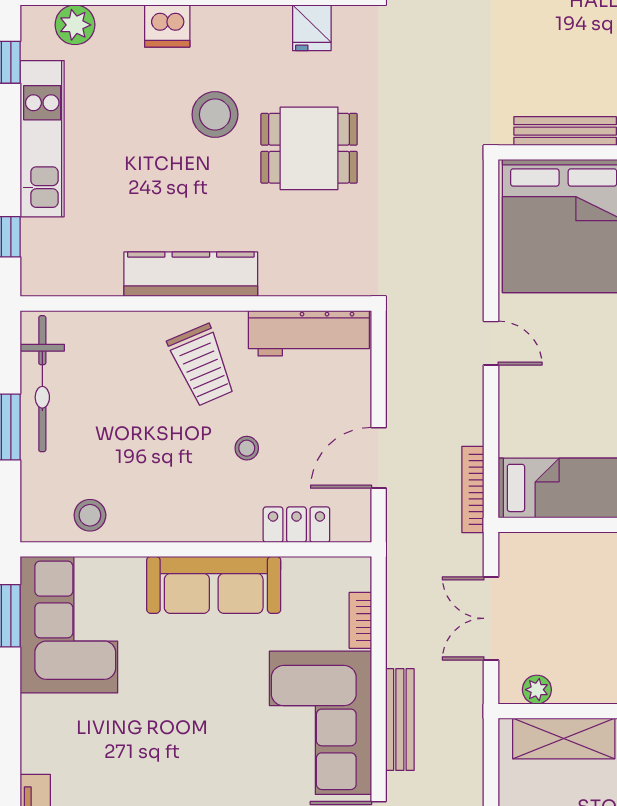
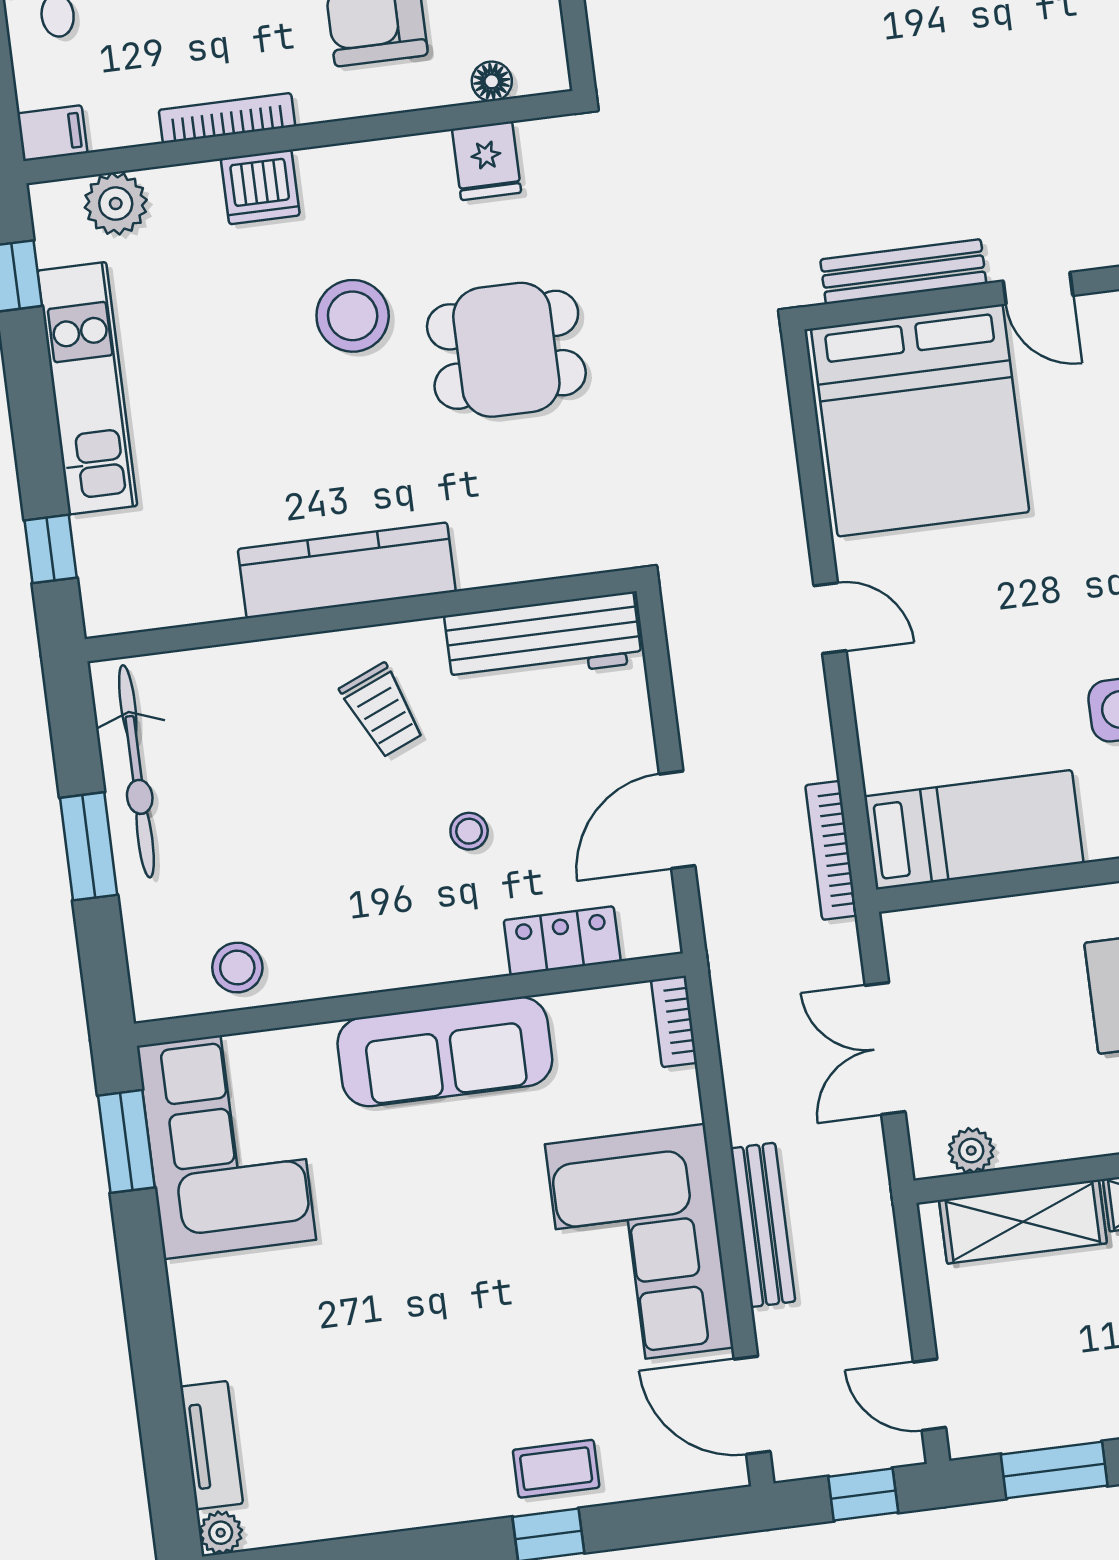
trolley: (202, 365) -> (382, 710), width x0.73, depth x0.72
bookcase: (360, 620) -> (674, 1021), moved

